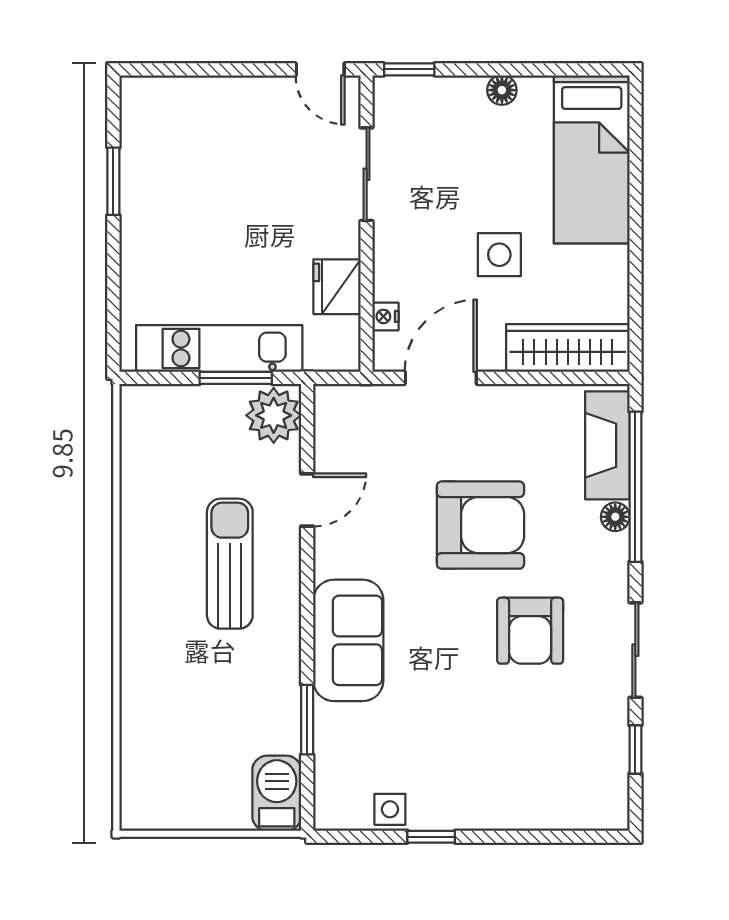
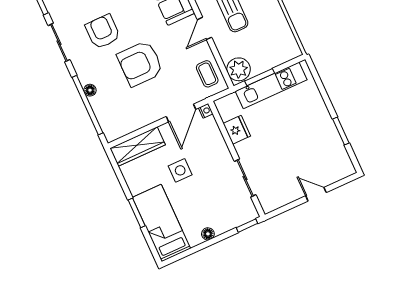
door: (320, 69) -> (316, 194), moved
window: (635, 206) -> (137, 213), added
nightstand: (385, 316) -> (206, 111), moved
coffee table: (346, 437) -> (207, 74), added
fireplace: (607, 445) -> (106, 116), removed
door: (307, 500) -> (204, 28), moved

